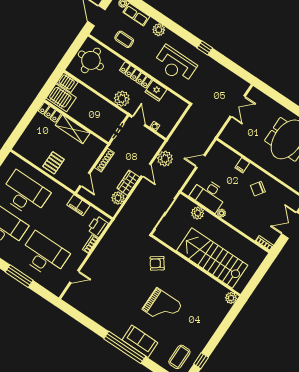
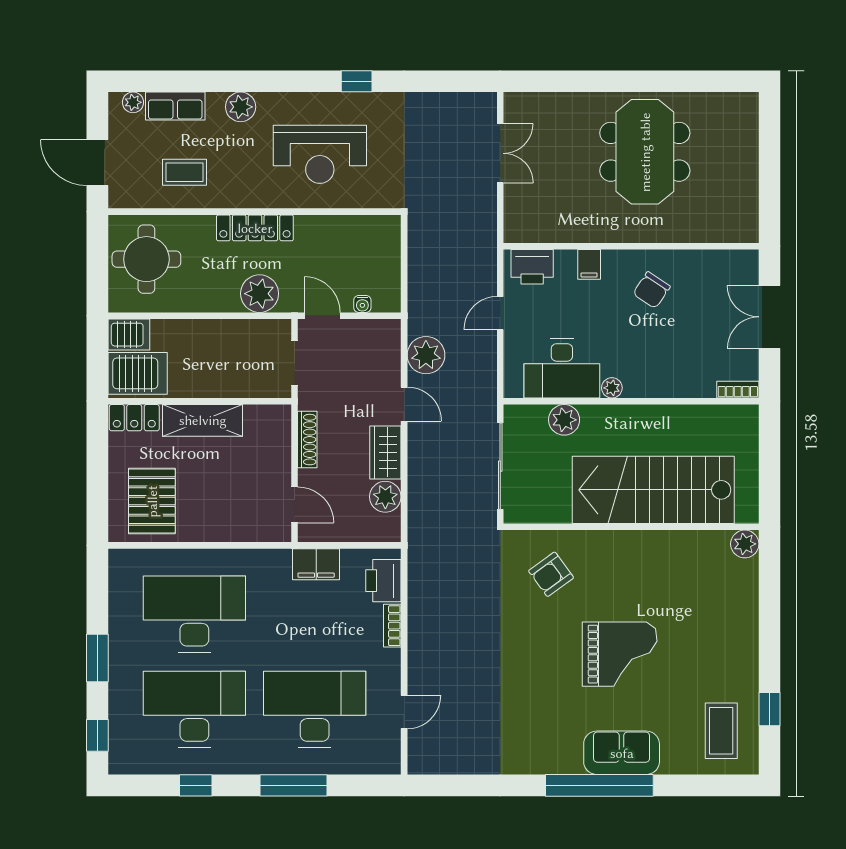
fridge: (156, 91) -> (317, 232), removed
printer: (222, 153) -> (532, 267), added
pallet: (53, 163) -> (152, 501), moved, width x1.50, depth x1.42

